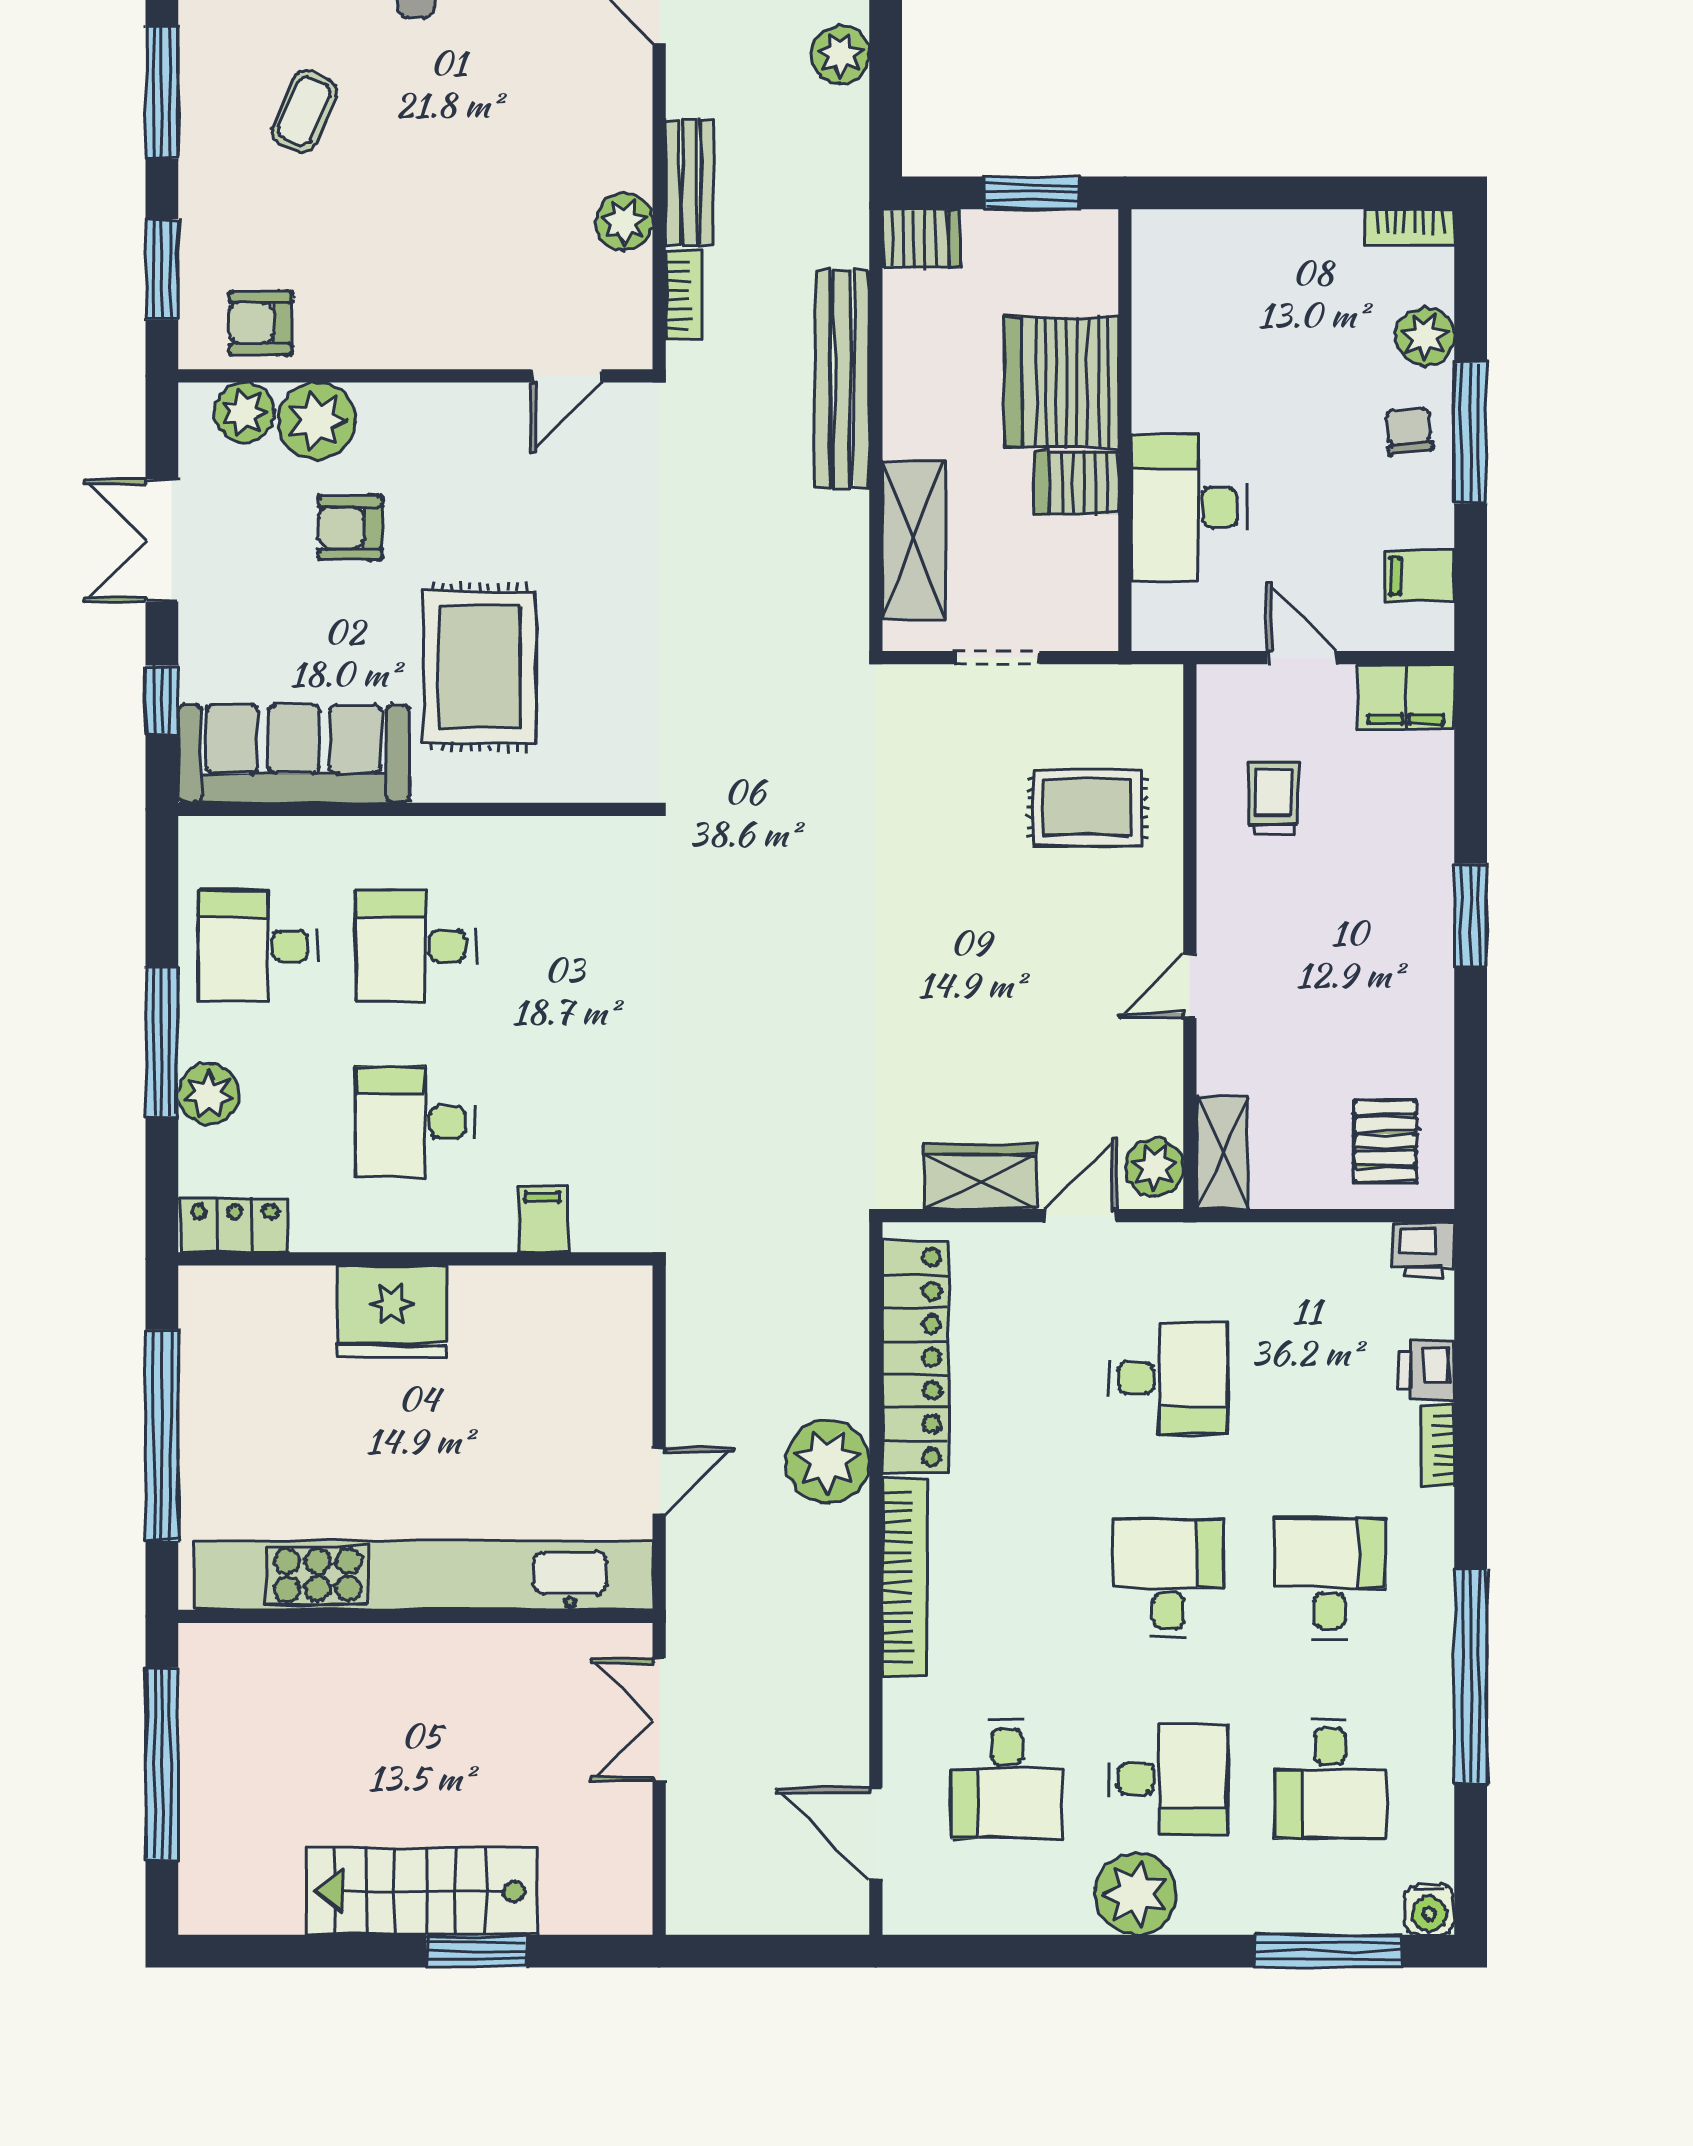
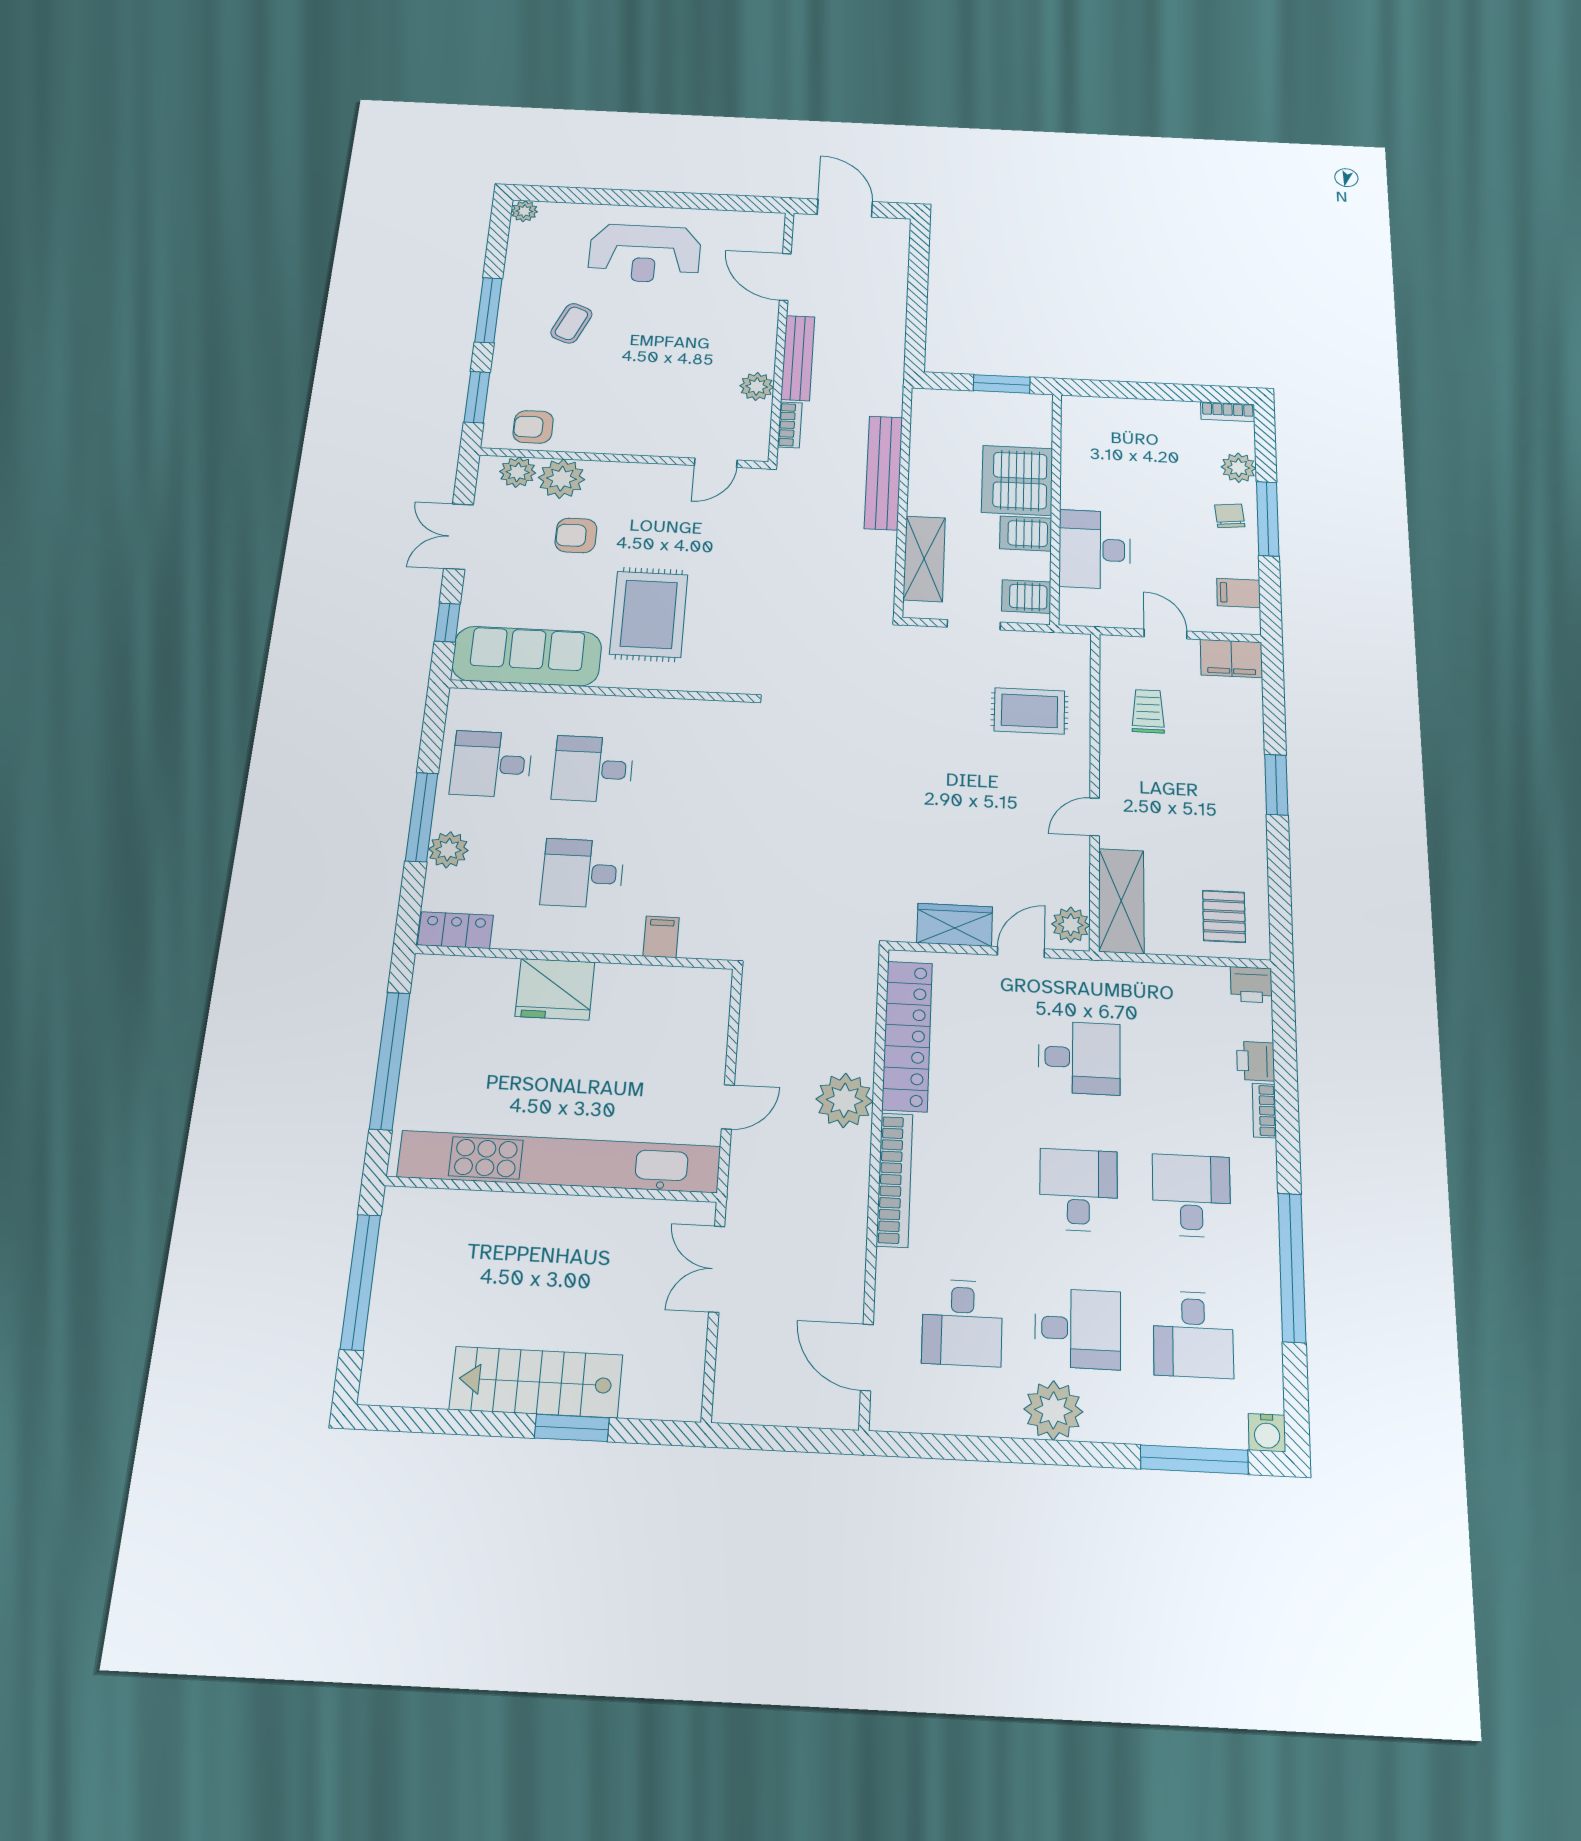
plant: (841, 55) -> (890, 311), removed
bench: (690, 183) -> (798, 358), width x1.36
server rack: (921, 238) -> (1026, 597), moved, turned 180
shelving: (1222, 1152) -> (1121, 901), width x1.50, depth x1.33

